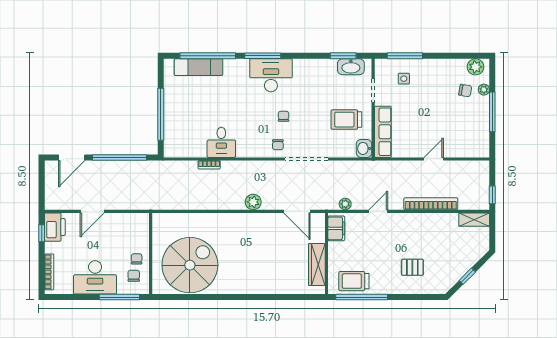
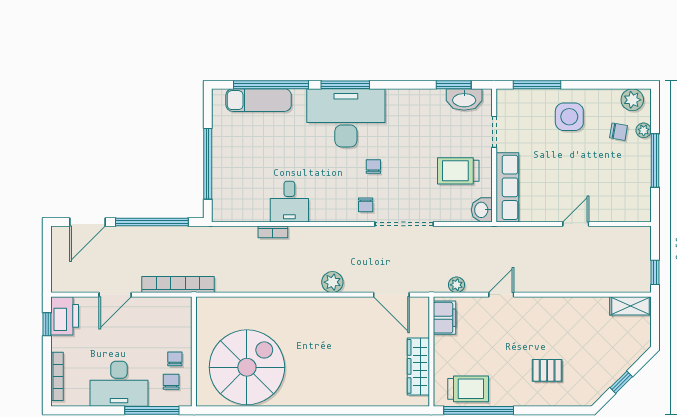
desk: (271, 75) -> (346, 118), width x1.36, depth x1.30
side table: (404, 79) -> (569, 117), moved, width x1.87, depth x1.87
bookcase: (431, 204) -> (178, 284), moved
trolley: (354, 281) -> (468, 389), turned 180

